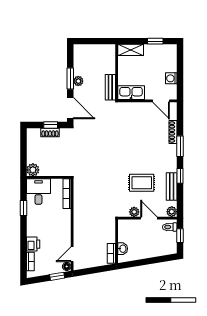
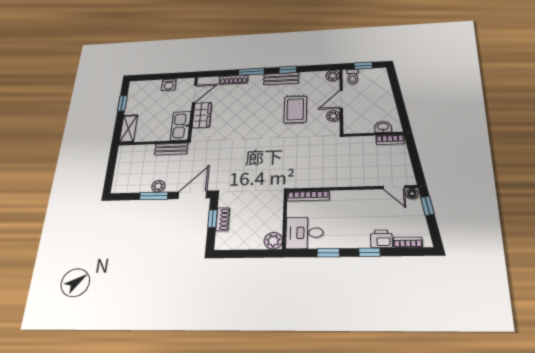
wardrobe: (140, 109) -> (202, 115), added
bench: (172, 187) -> (281, 79), moved
window: (23, 236) -> (369, 252), added

